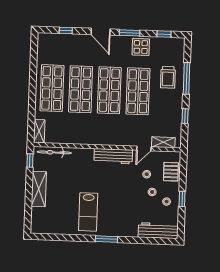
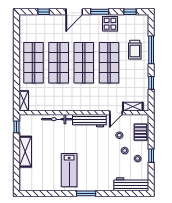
door: (101, 32) -> (74, 12), hinge flipped
bicycle: (54, 152) -> (57, 119), moved

